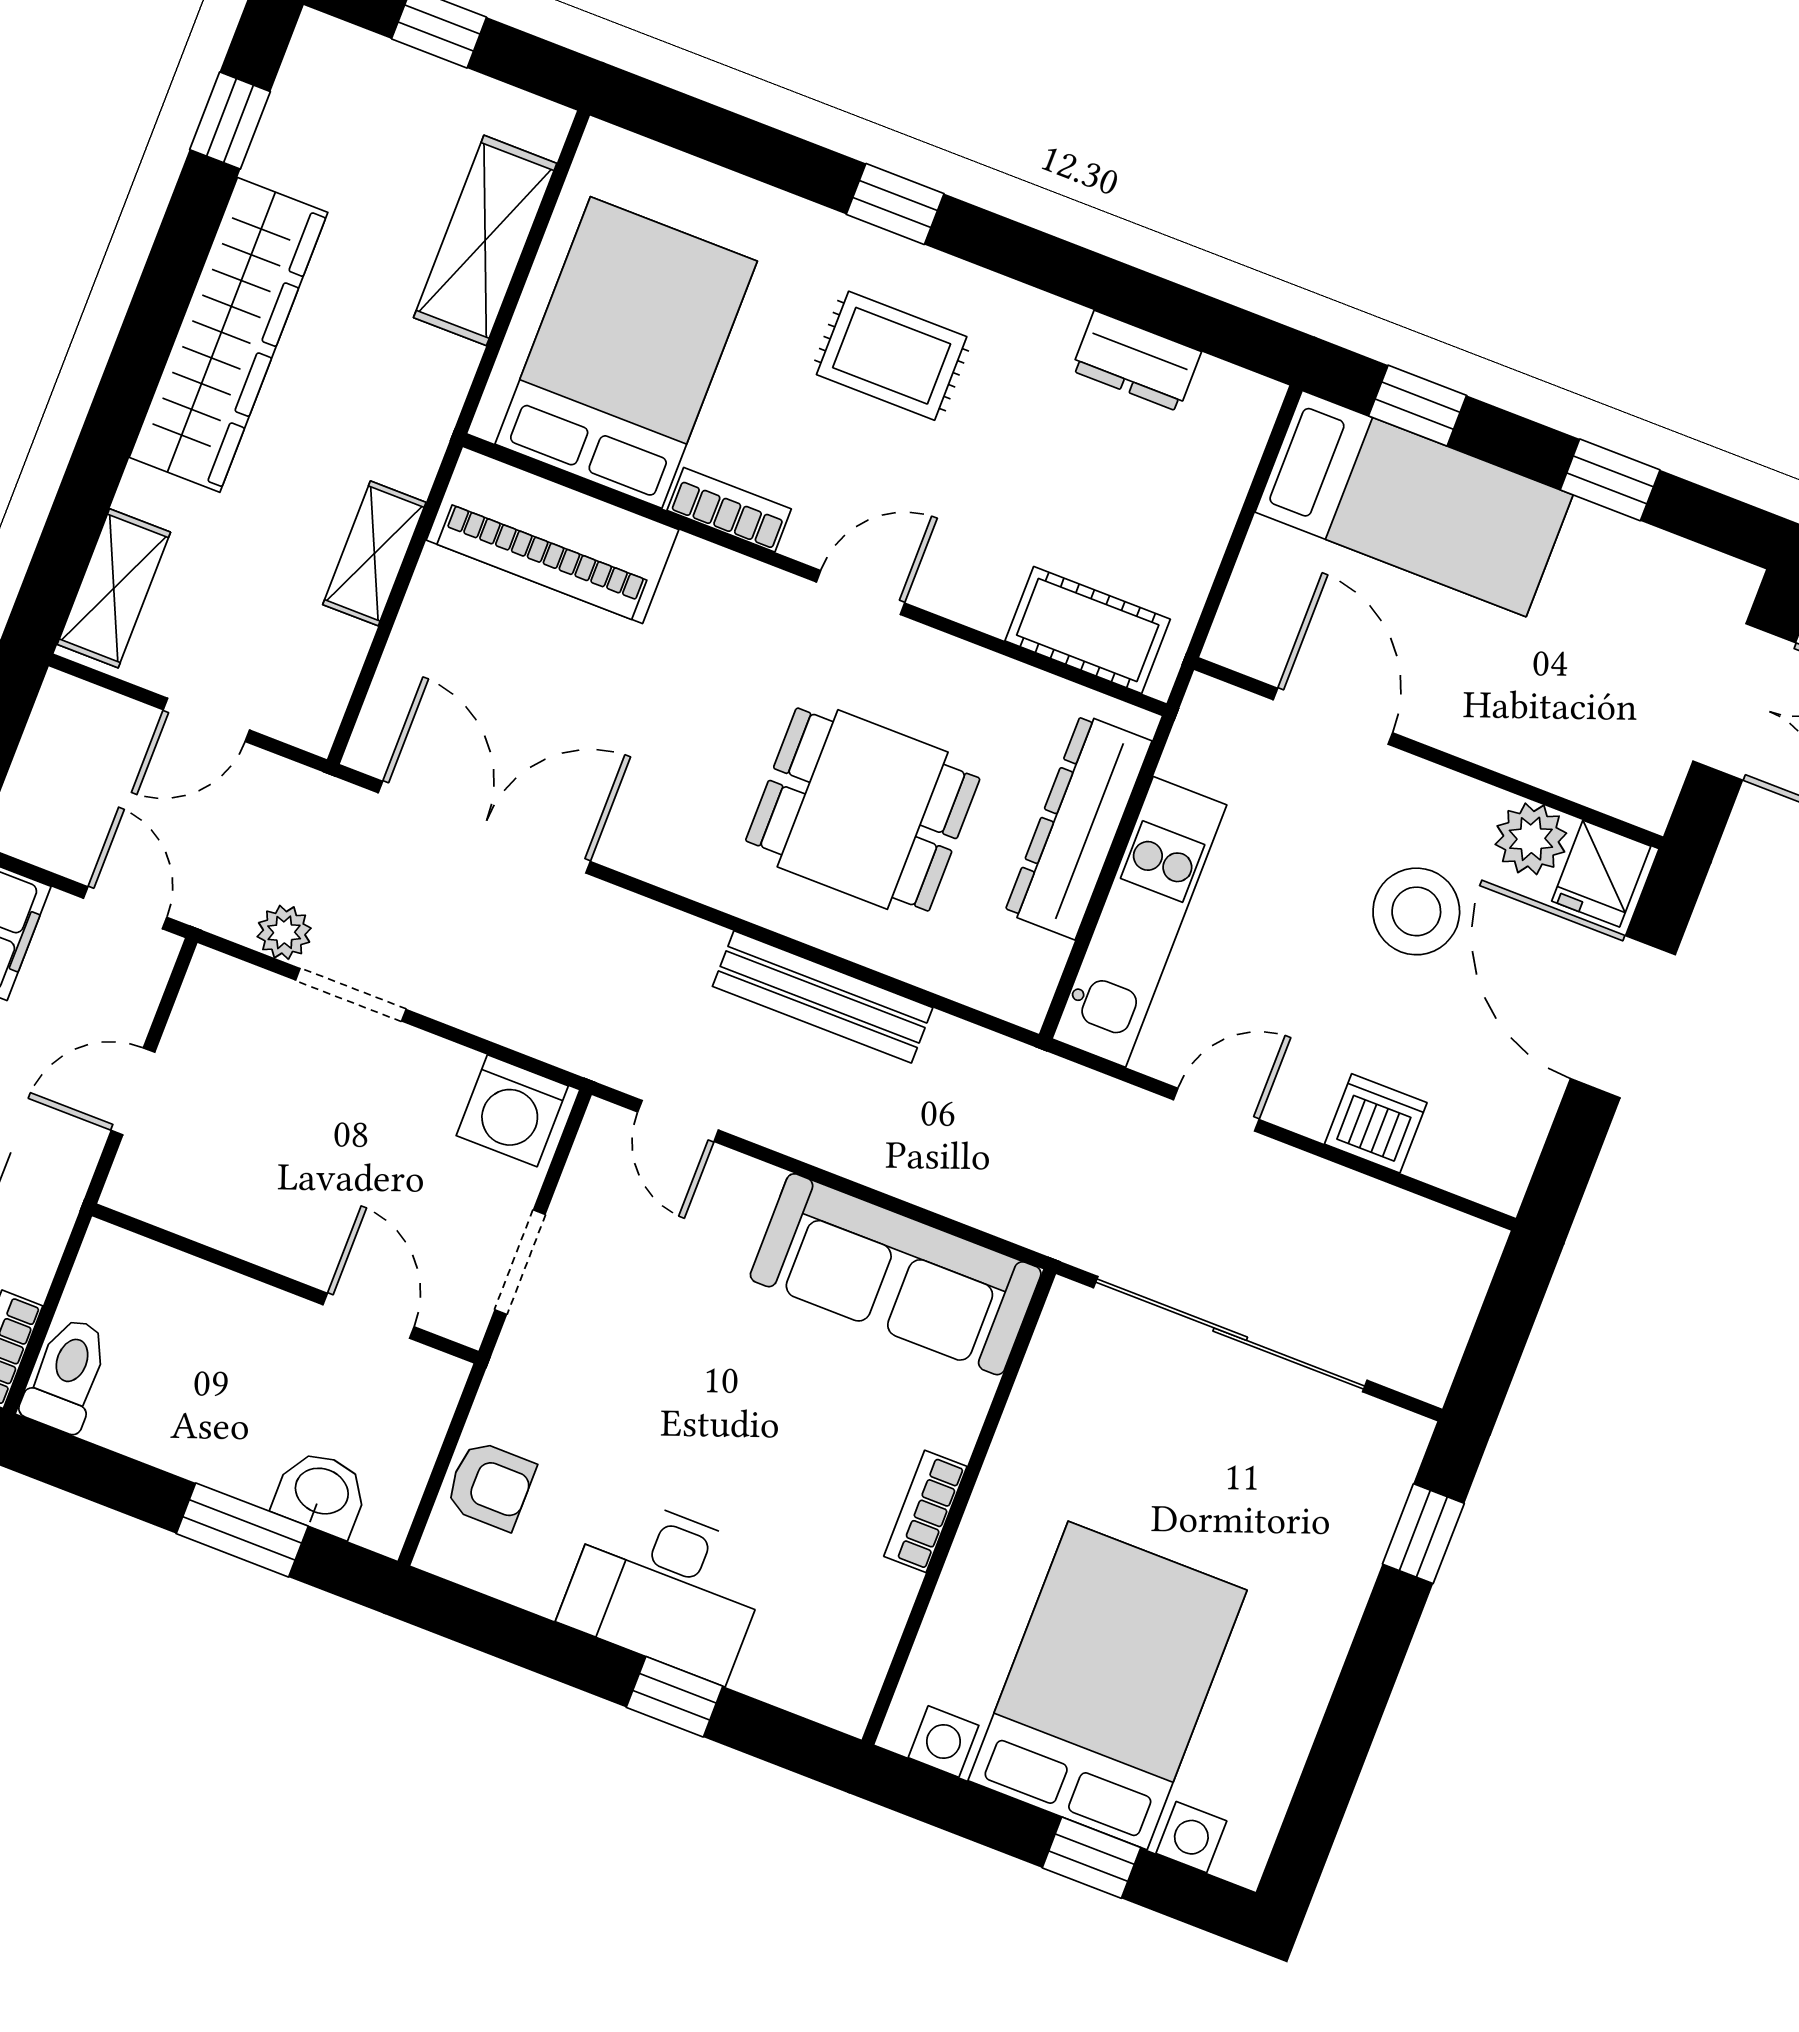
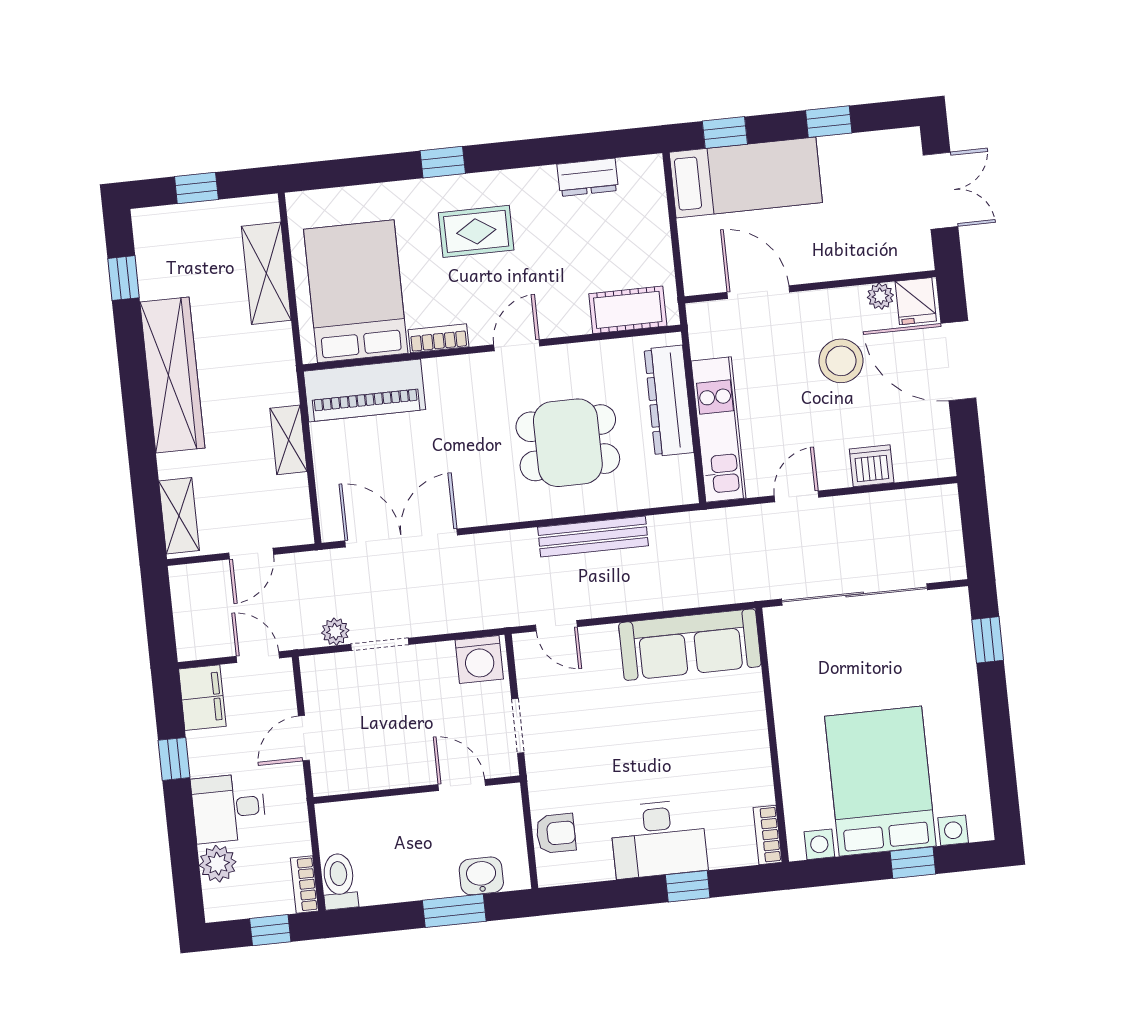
plant: (1531, 839) -> (880, 296), width x0.73, depth x0.73
bookcase: (925, 1511) -> (768, 835), moved

